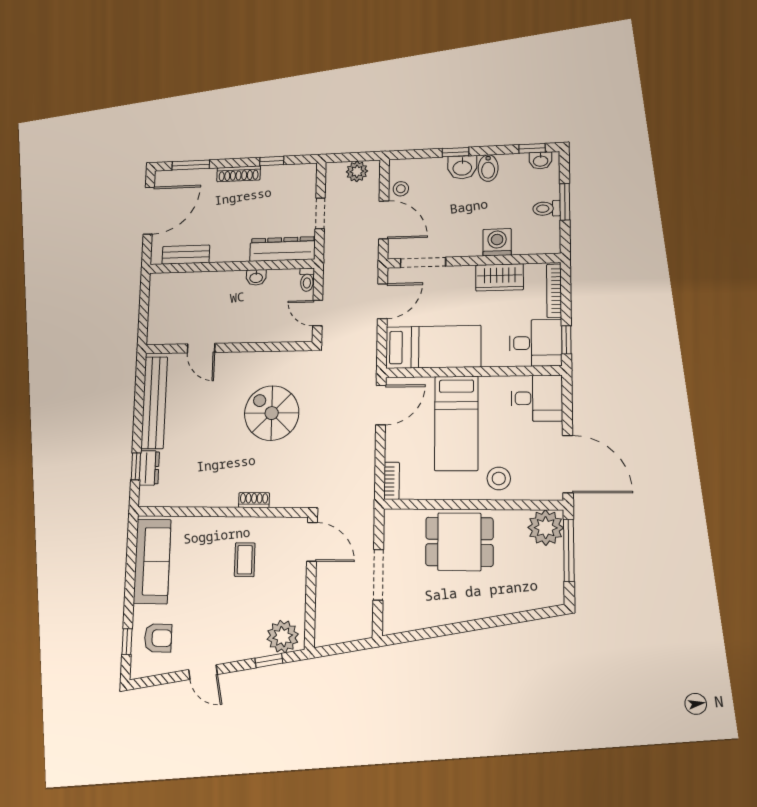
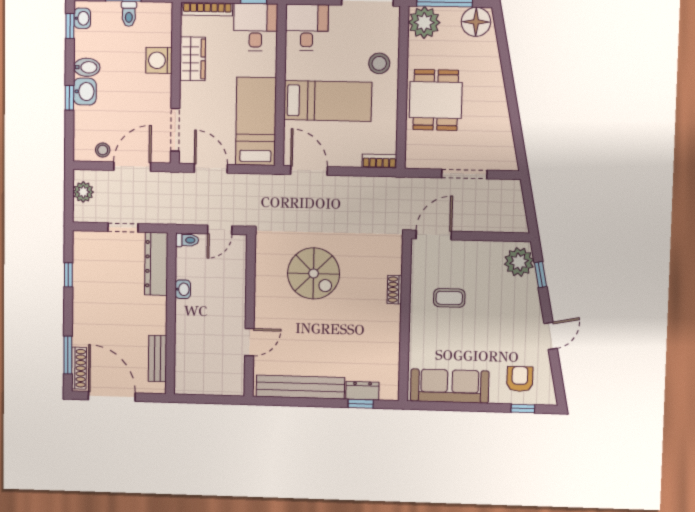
shoe rack: (239, 174) -> (79, 368), moved
spiral stairs: (272, 413) -> (314, 273), turned -90
floor lamp: (548, 586) -> (476, 22), added

